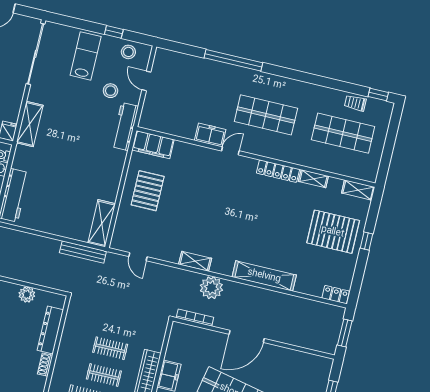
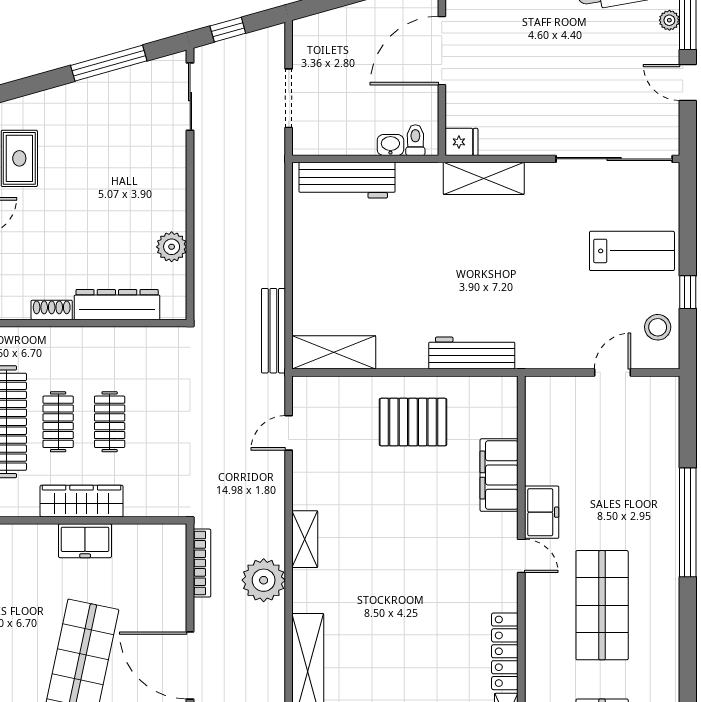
stool: (110, 91) -> (579, 311), removed
workbench: (125, 126) -> (472, 353), moved
filing cabinet: (153, 145) -> (499, 475), moved

